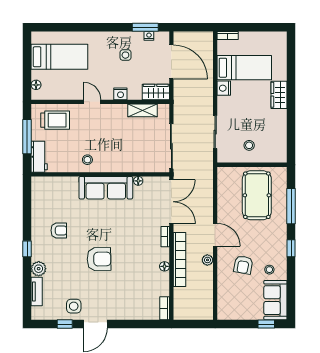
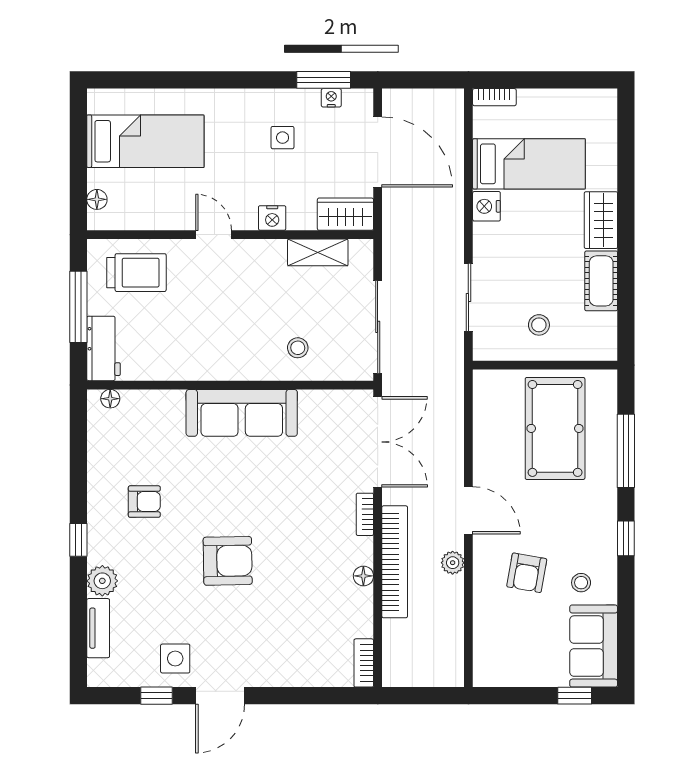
cot: (279, 124) -> (601, 281), added
stool: (87, 160) -> (298, 348), moved
floor lamp: (138, 181) -> (110, 399), moved

